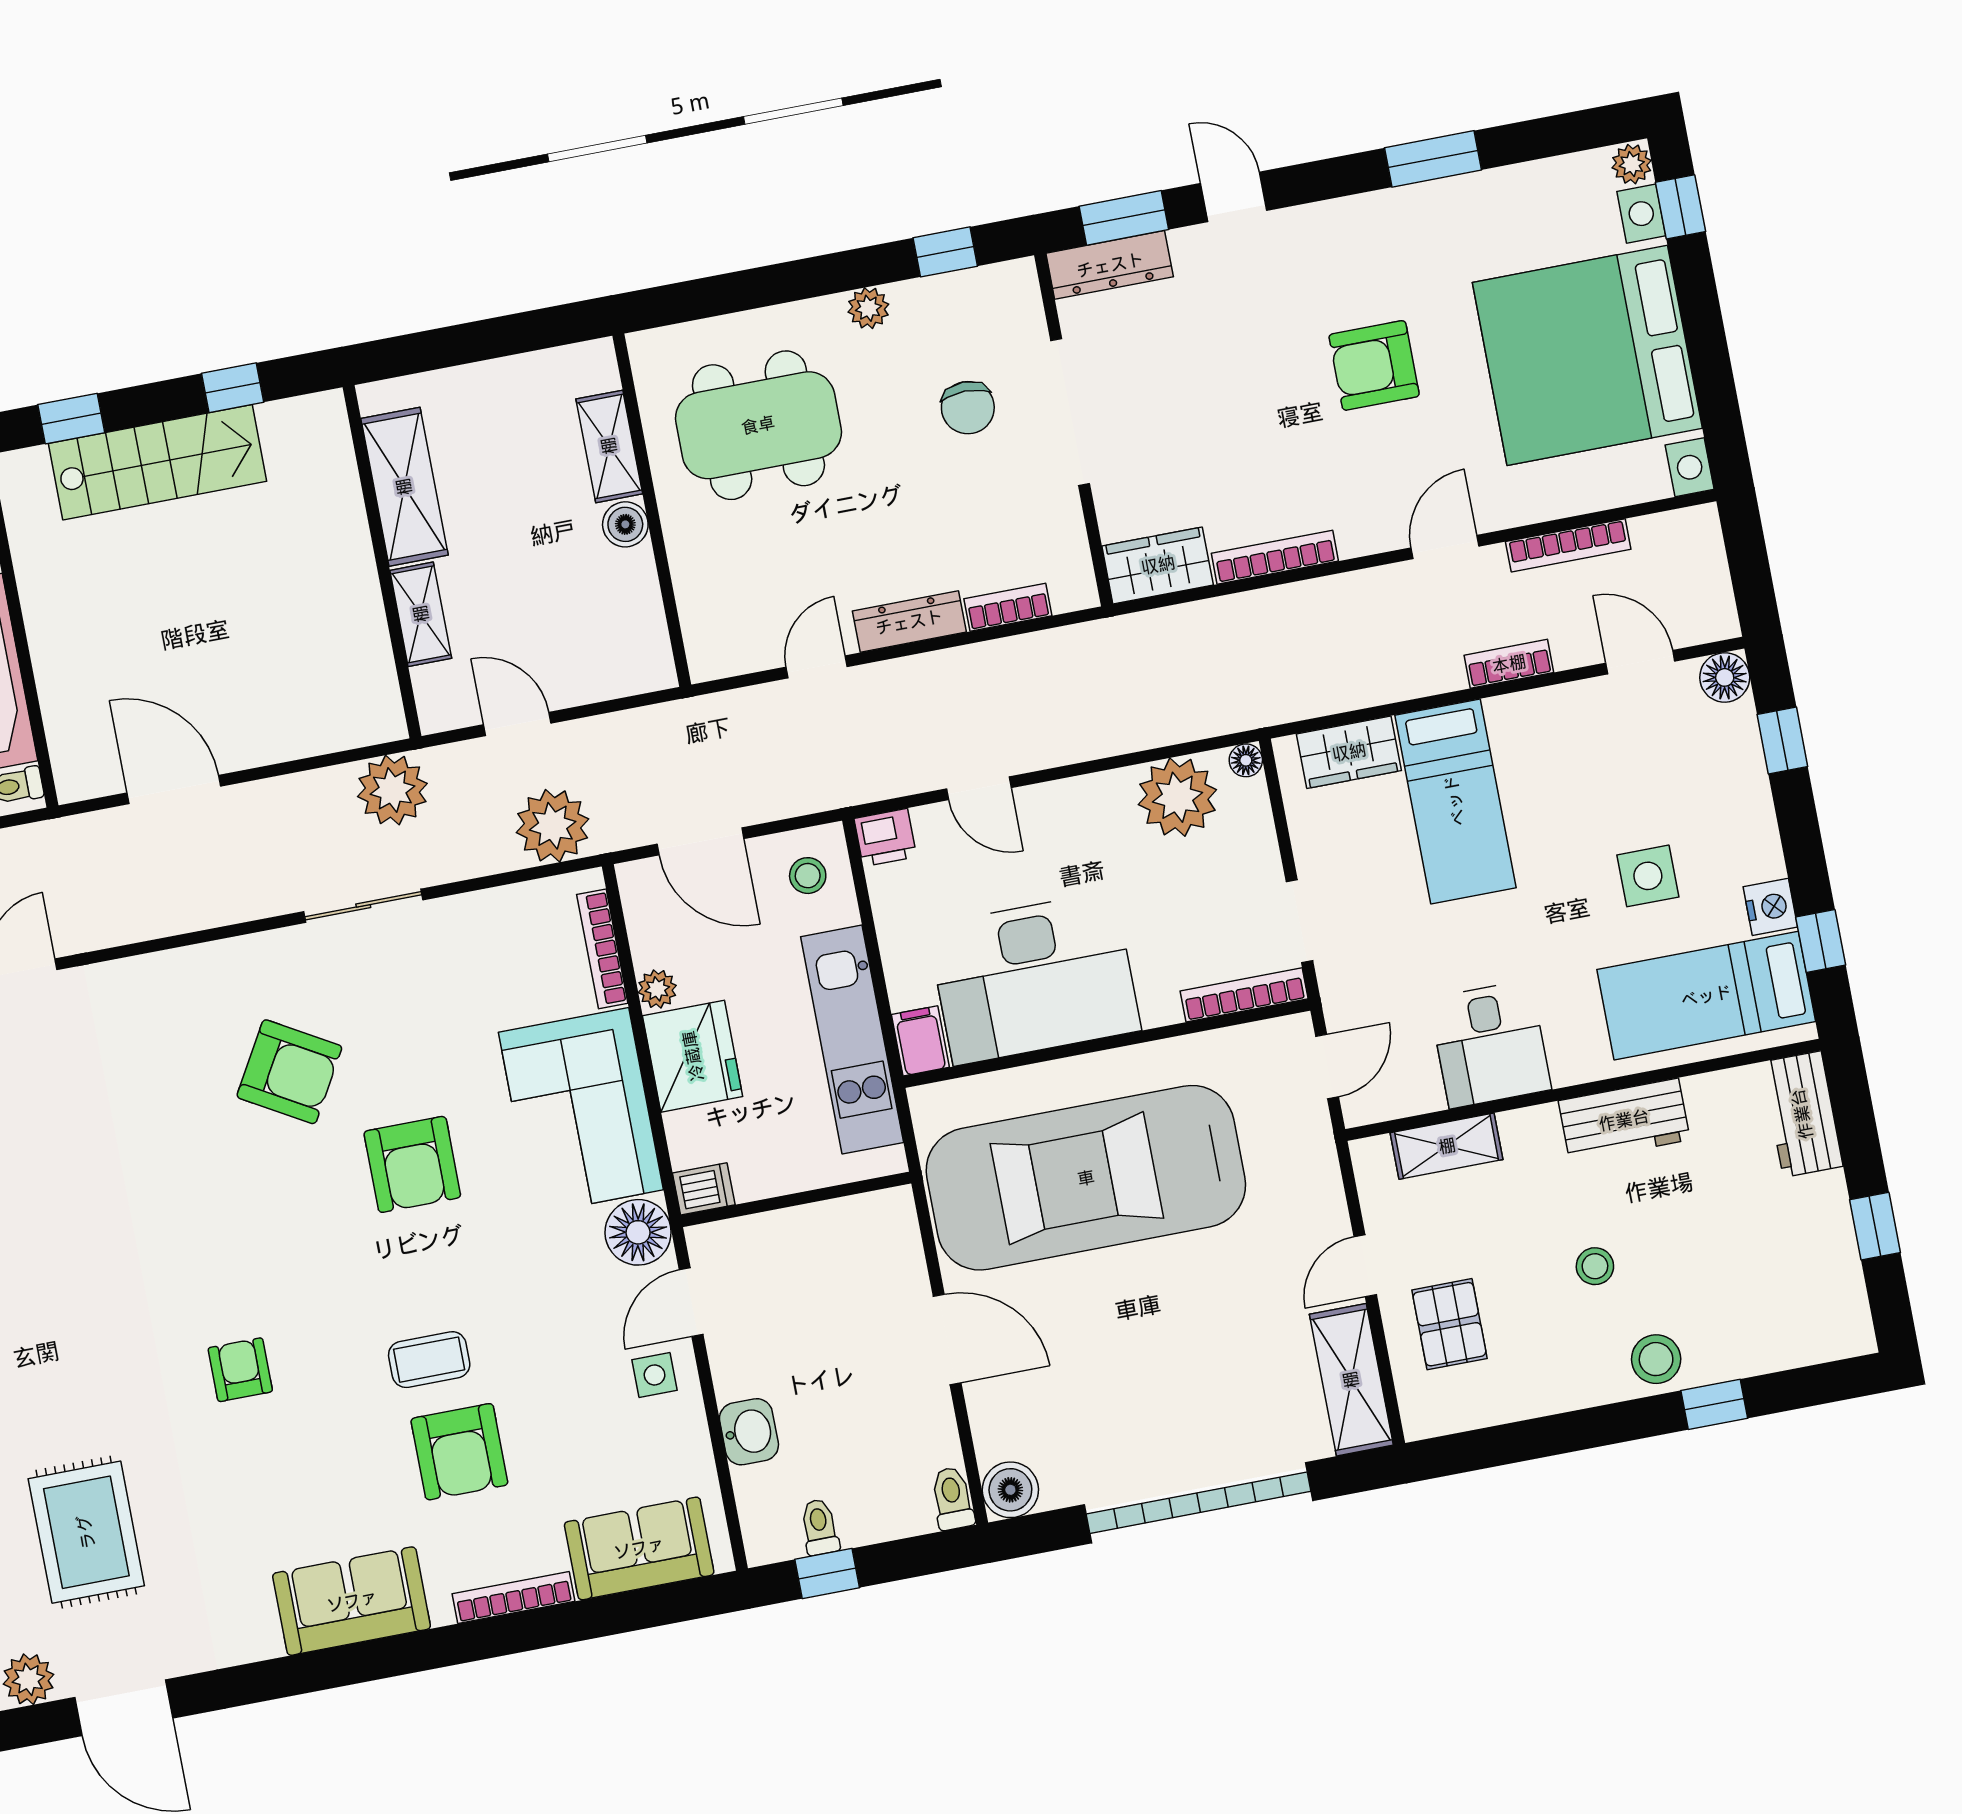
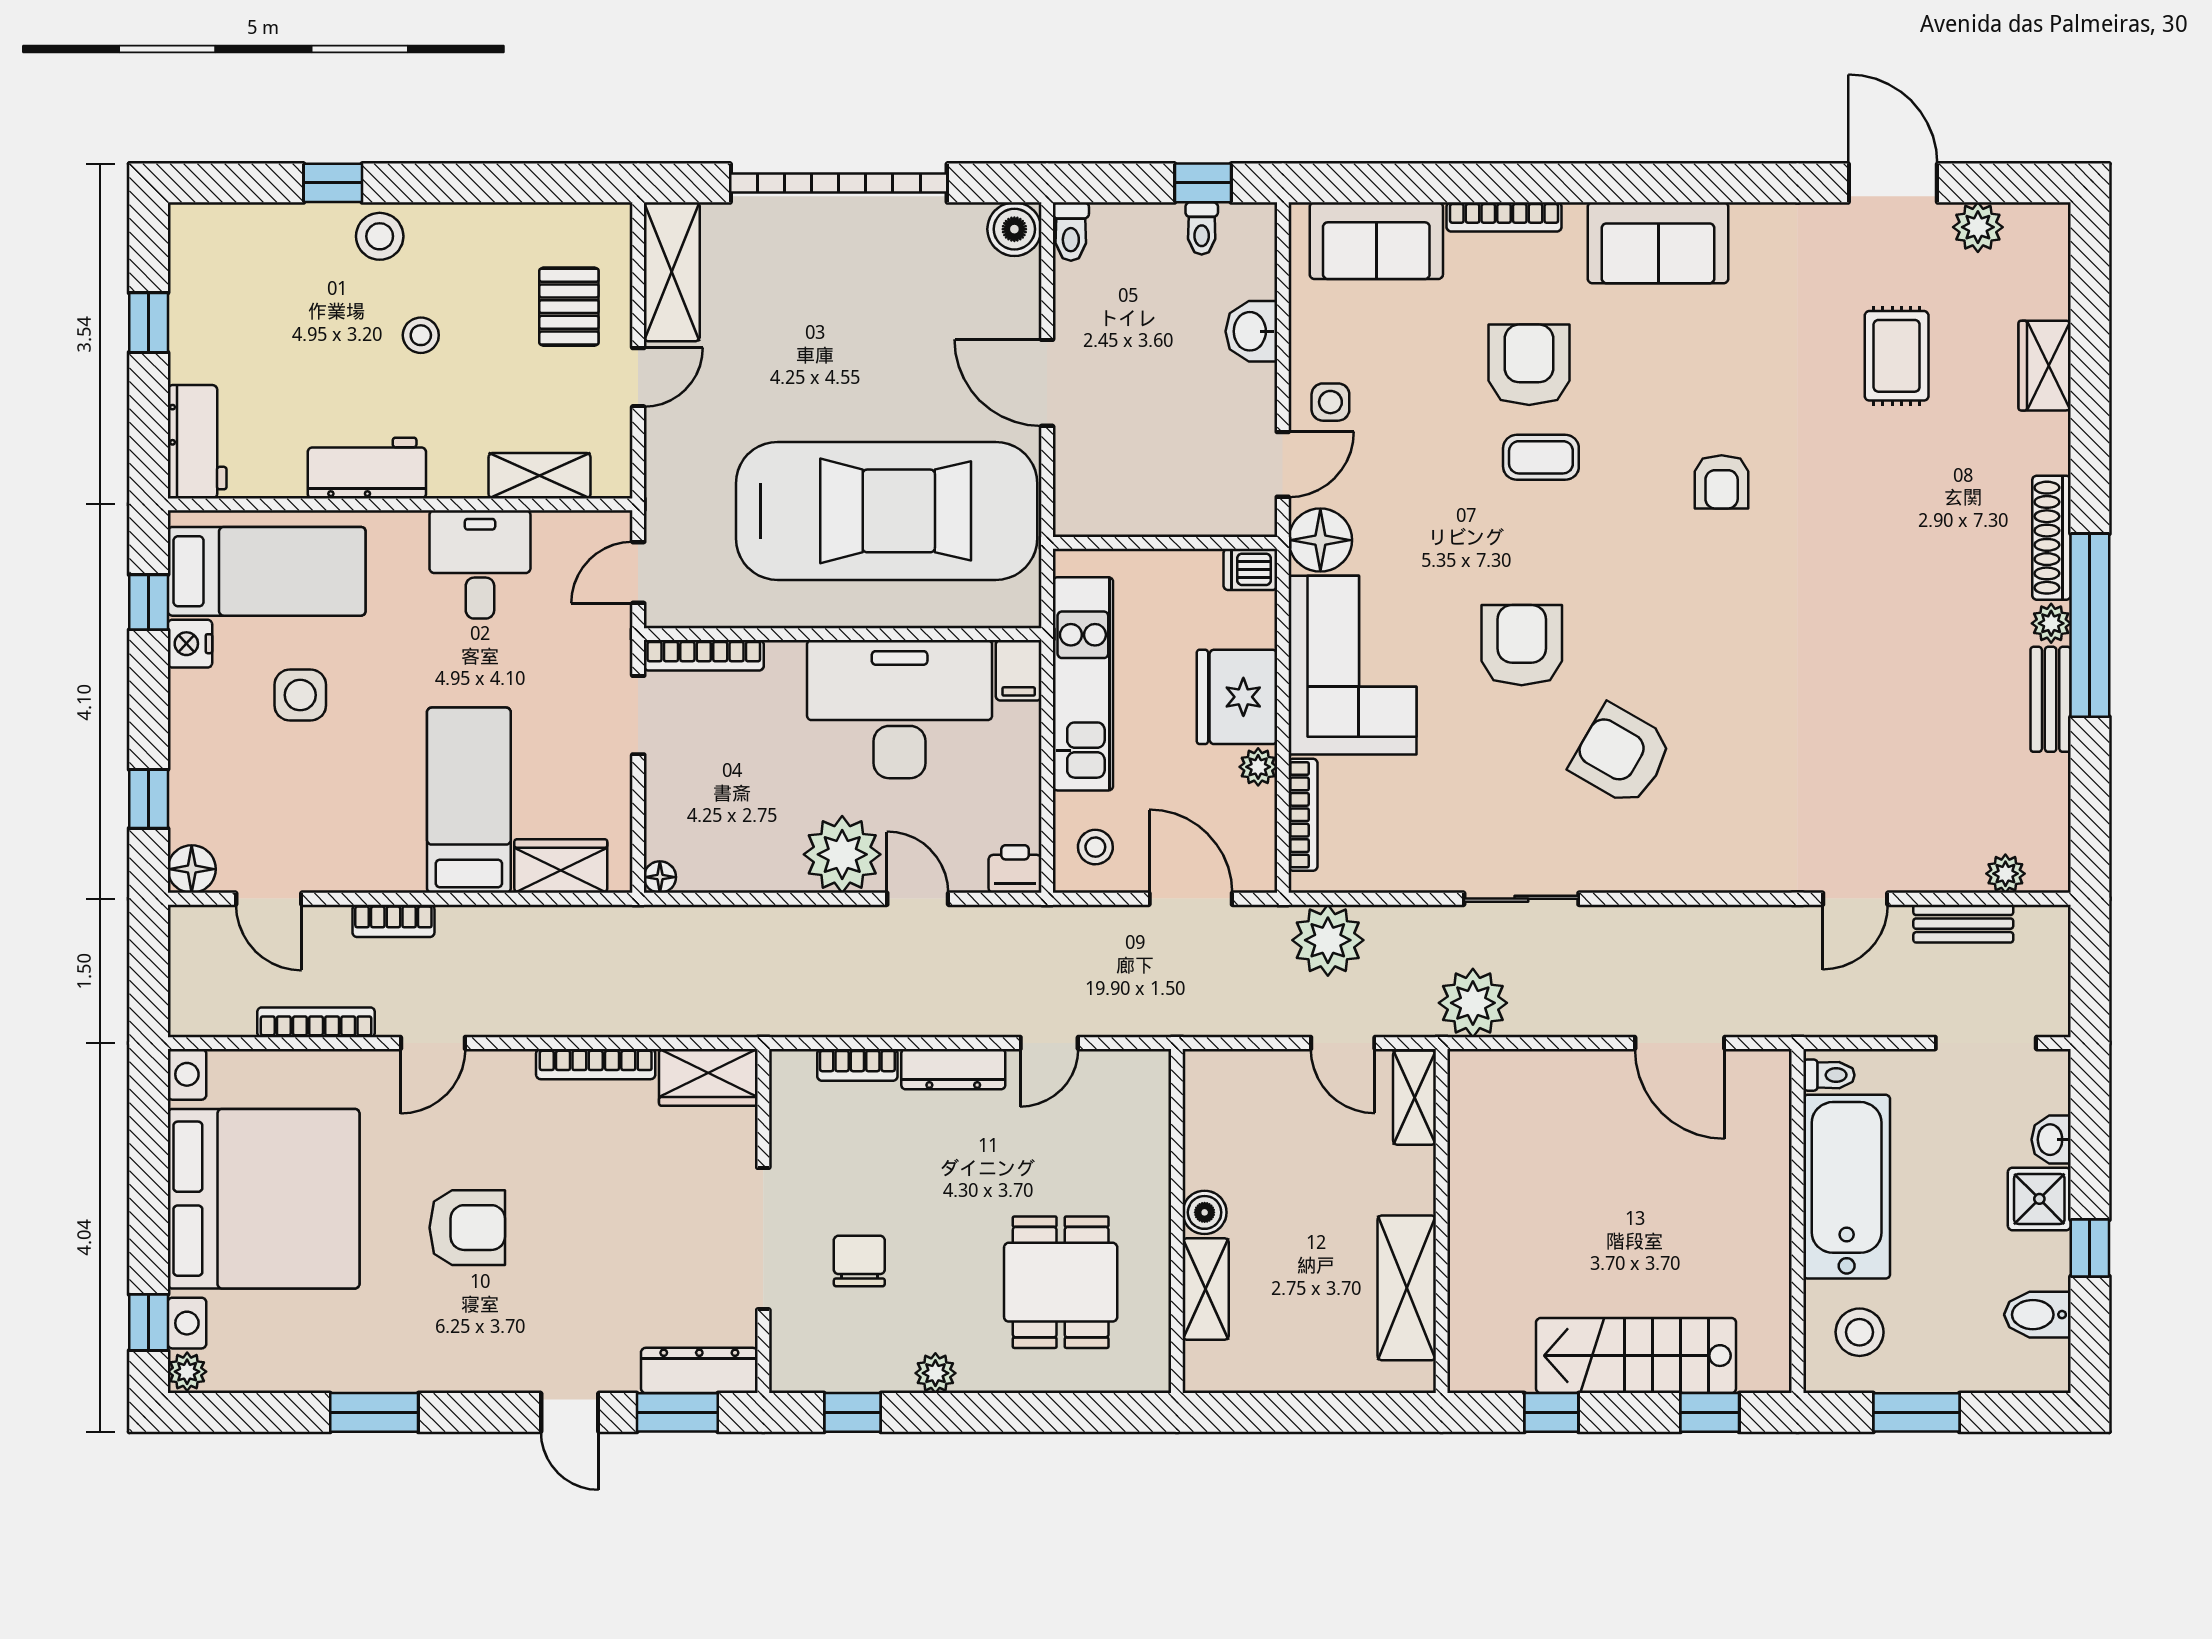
dining table: (758, 425) -> (1061, 1282), width x0.73
shelving: (421, 614) -> (1414, 1098), moved
plant: (1177, 797) -> (842, 854), moved
rug: (86, 1532) -> (1897, 356), width x0.73, depth x0.70

